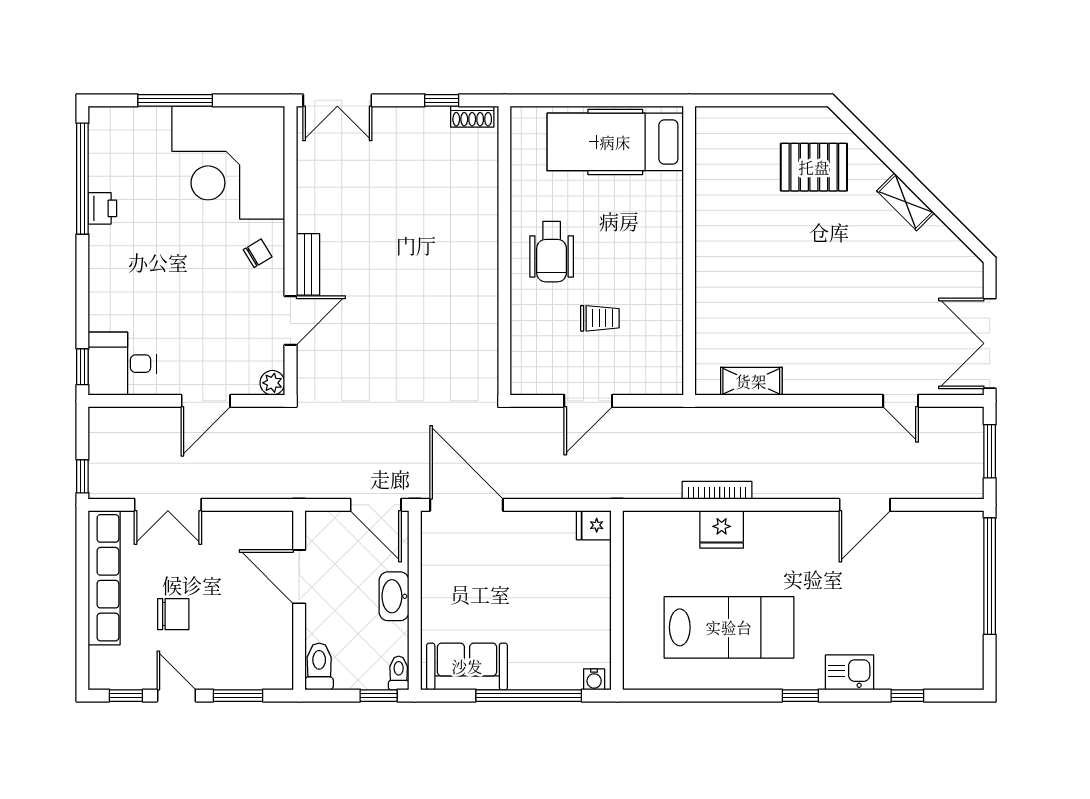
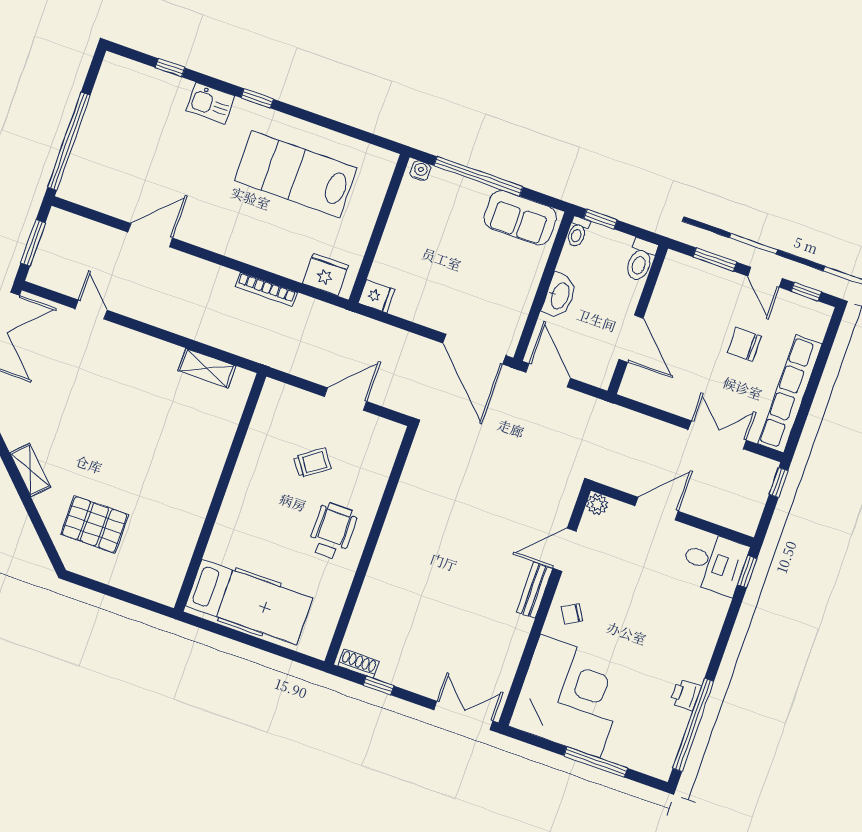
trolley: (600, 318) -> (312, 463), turned 145
fridge: (722, 529) -> (325, 274), moved

